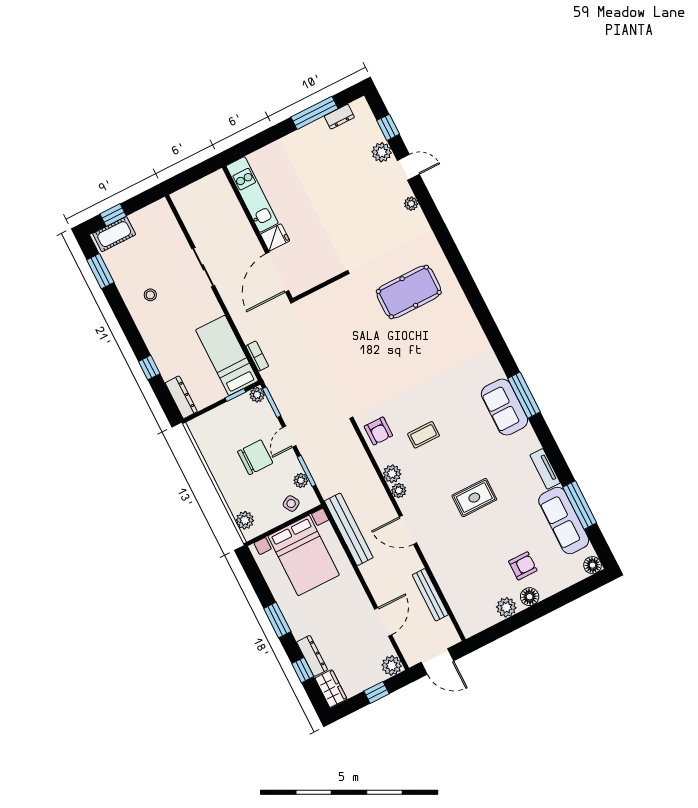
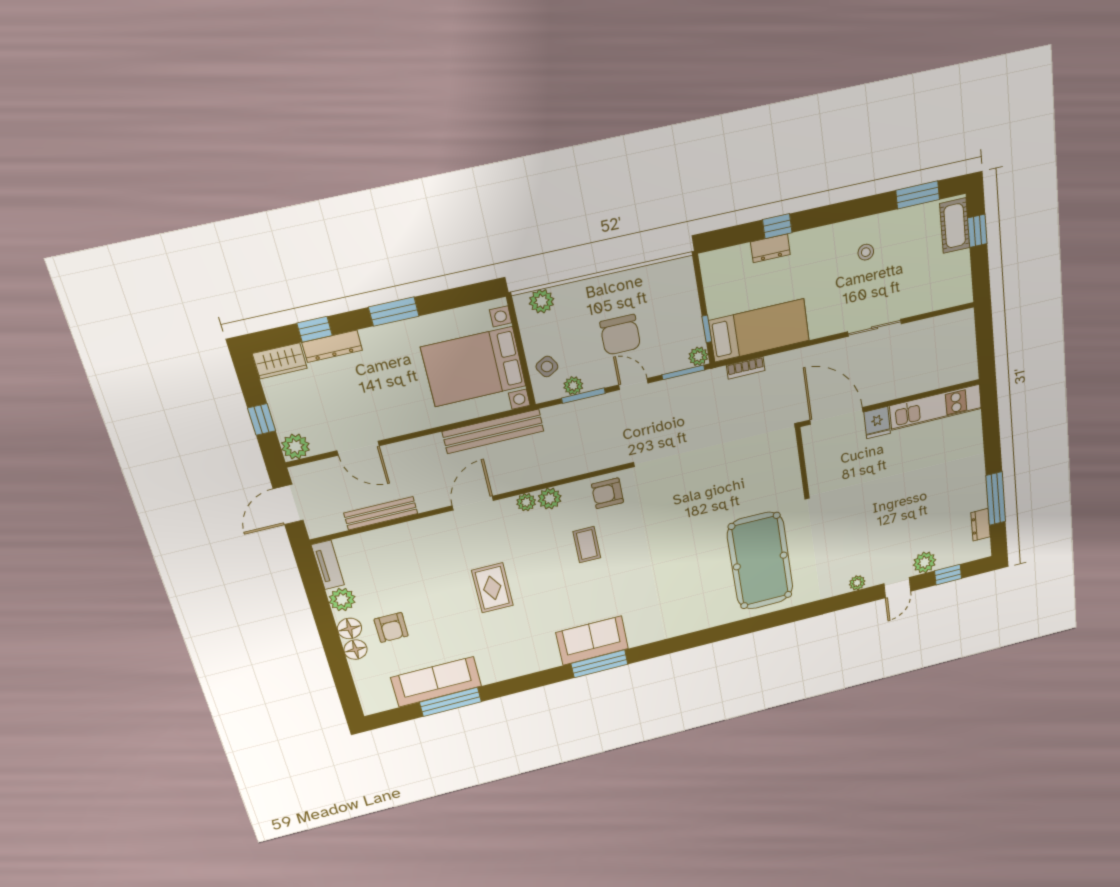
pool table: (409, 292) -> (760, 561), width x1.36, depth x1.32
dresser: (181, 397) -> (770, 248), moved, width x0.70
tv unit: (545, 469) -> (328, 565), moved, turned 90
floor lamp: (593, 565) -> (355, 650), moved

